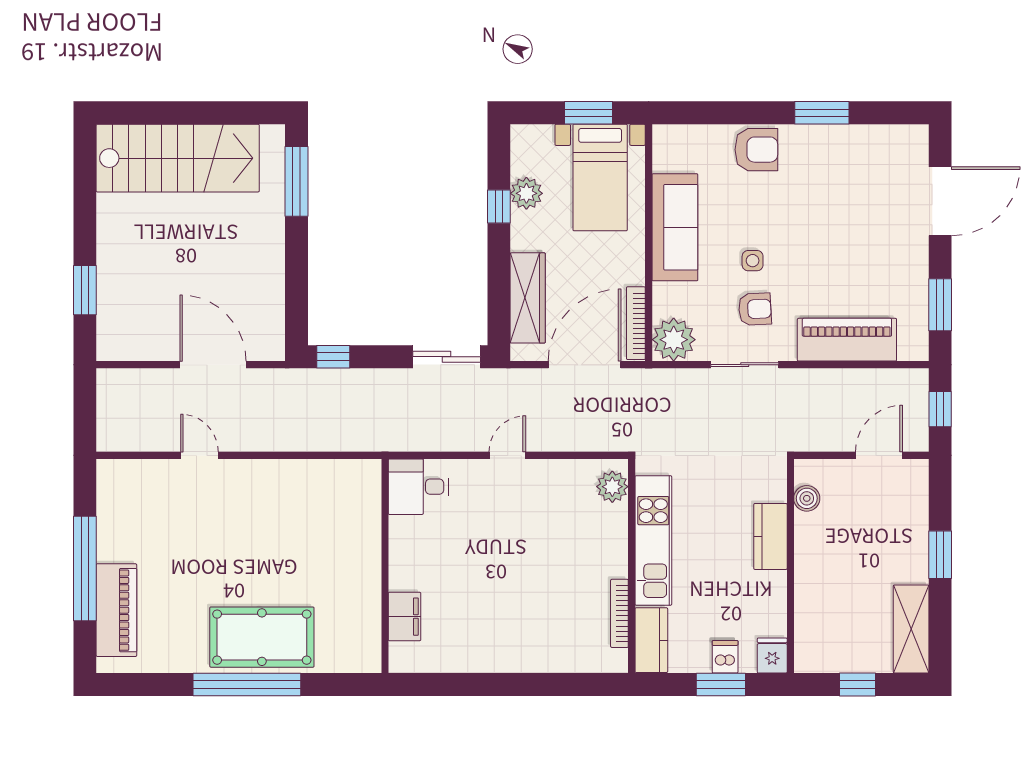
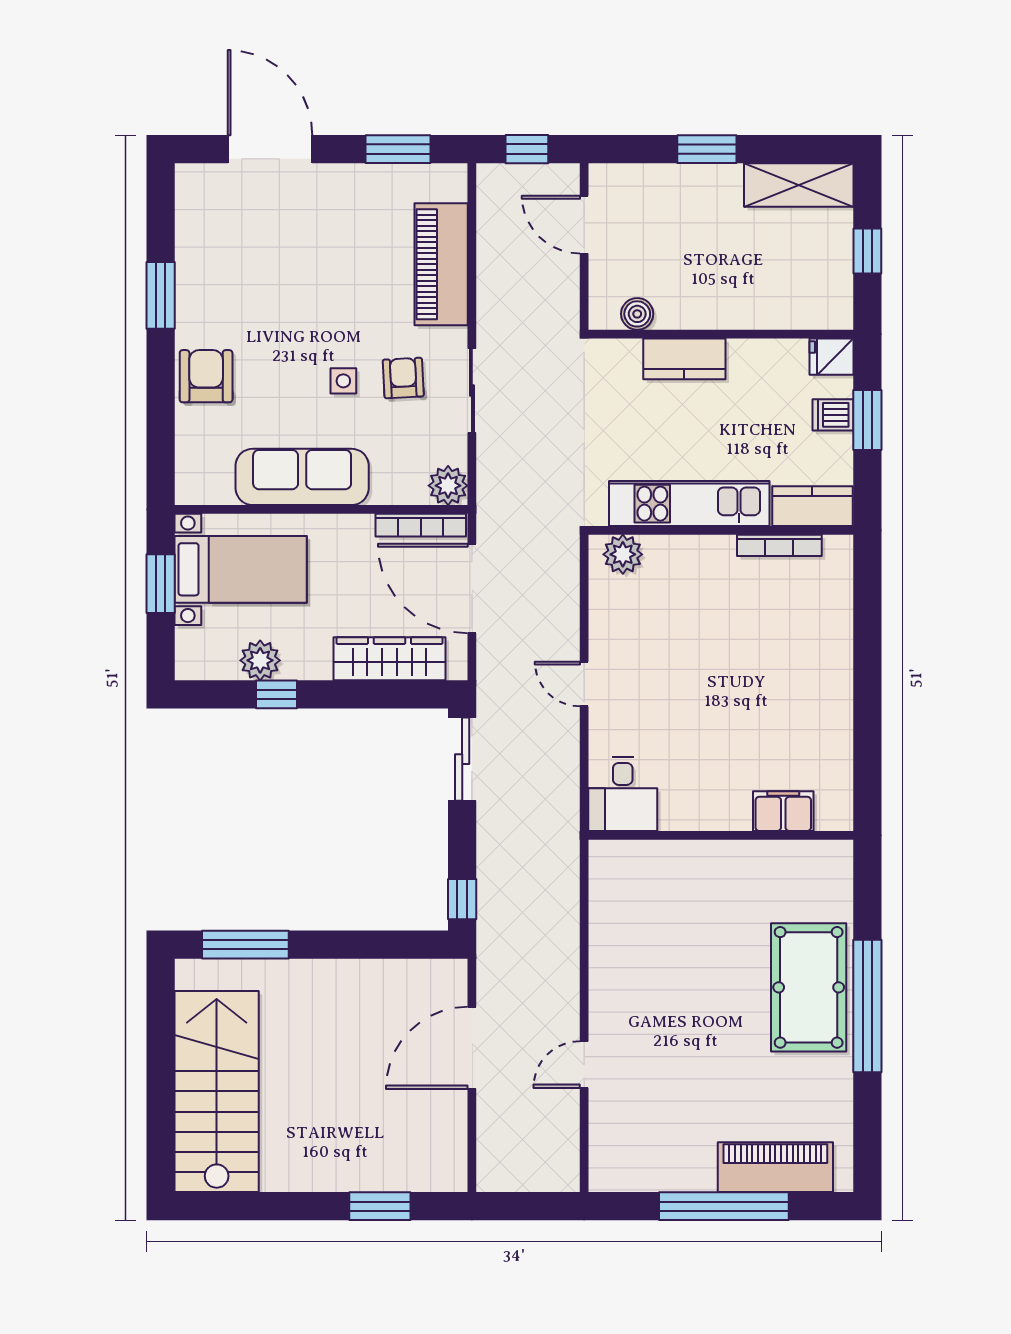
plant: (674, 340) -> (448, 486), width x0.73, depth x0.73

